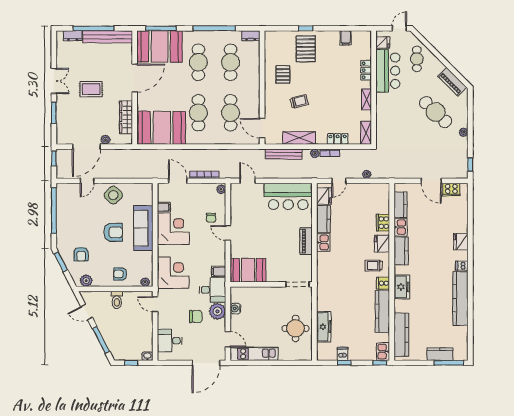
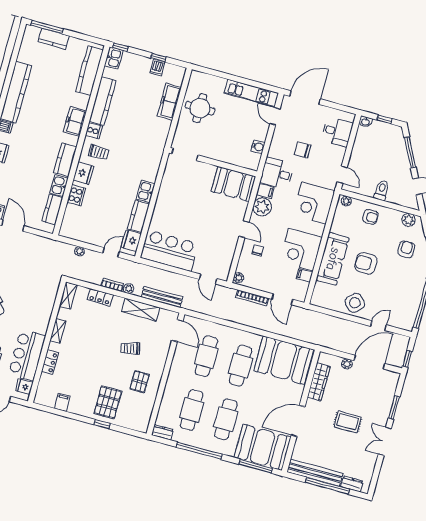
piano: (306, 241) -> (163, 198), removed
plant: (217, 311) -> (262, 207), moved

